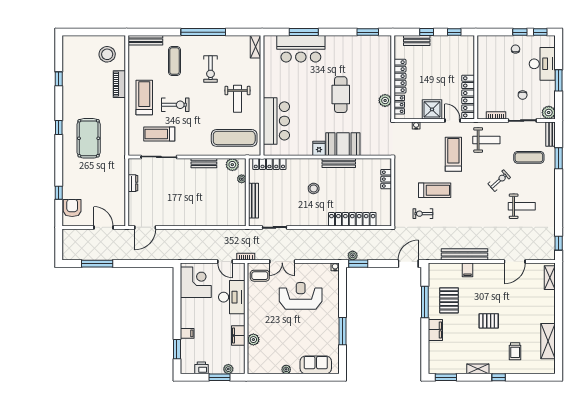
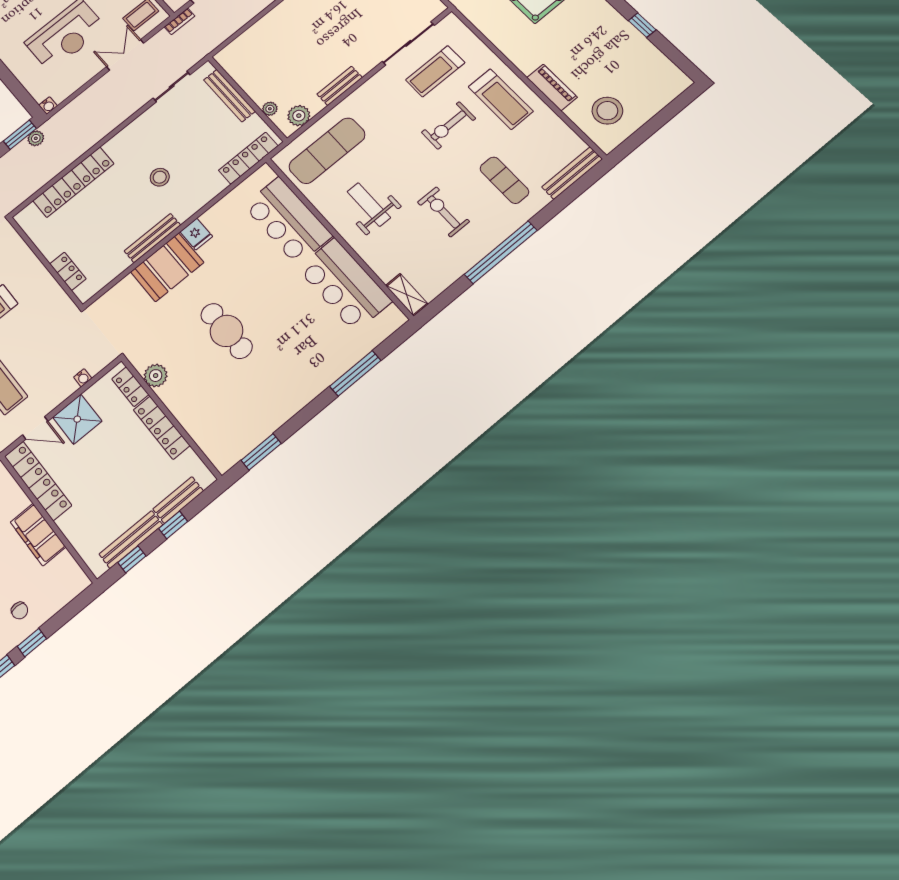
bench: (448, 40) -> (131, 539), added
bar counter: (301, 49) -> (344, 285), moved, turned -90
filing cabinet: (485, 74) -> (38, 535), added
treadmill: (159, 134) -> (435, 71), turned 180

